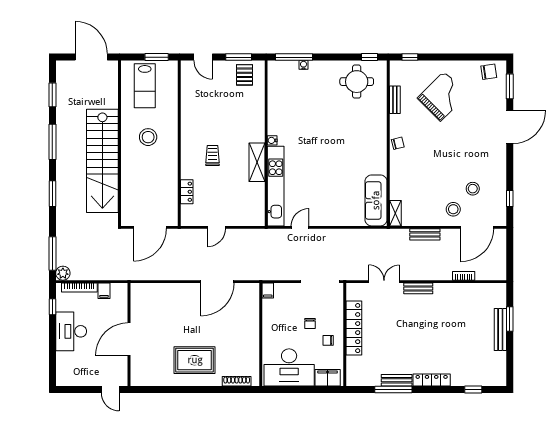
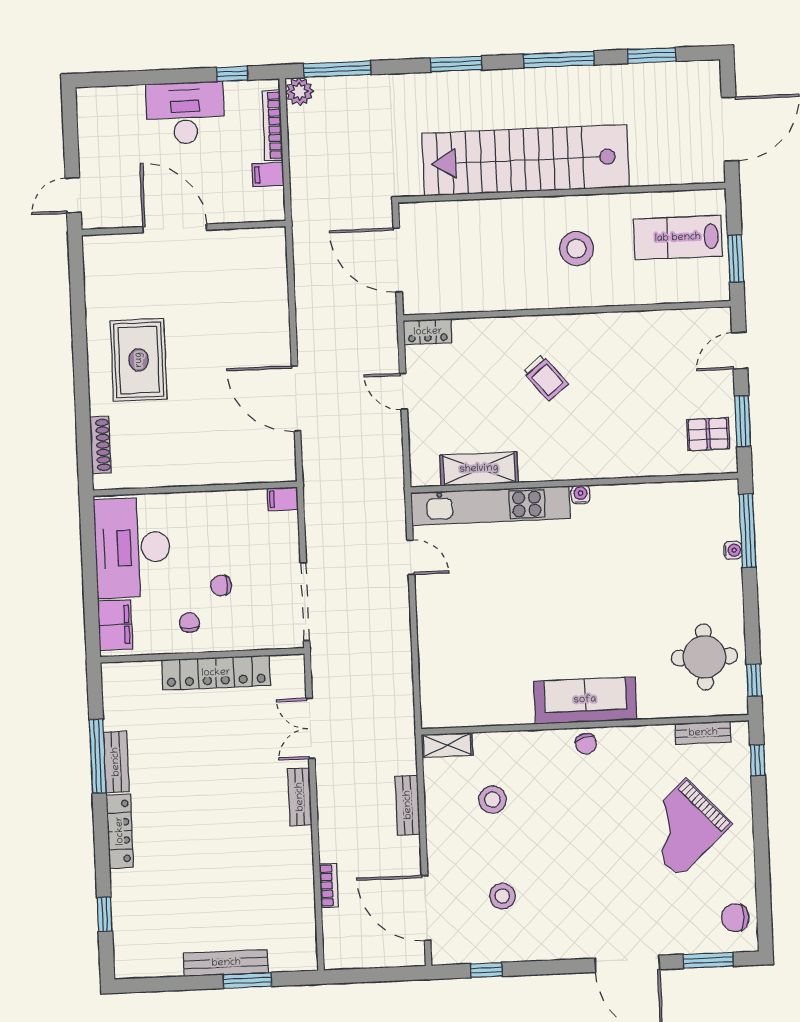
chair: (489, 72) -> (735, 918), turned 98
grand piano: (442, 96) -> (683, 828), turned 92
bench: (395, 100) -> (703, 733), moved
trolley: (212, 156) -> (545, 378), turned 51
shelving: (257, 162) -> (479, 469), moved
locker: (187, 192) -> (428, 332), moved
sofa: (376, 200) -> (585, 700), moved
stool: (453, 209) -> (492, 800), moved
double door: (384, 282) -> (310, 728), swing flipped

